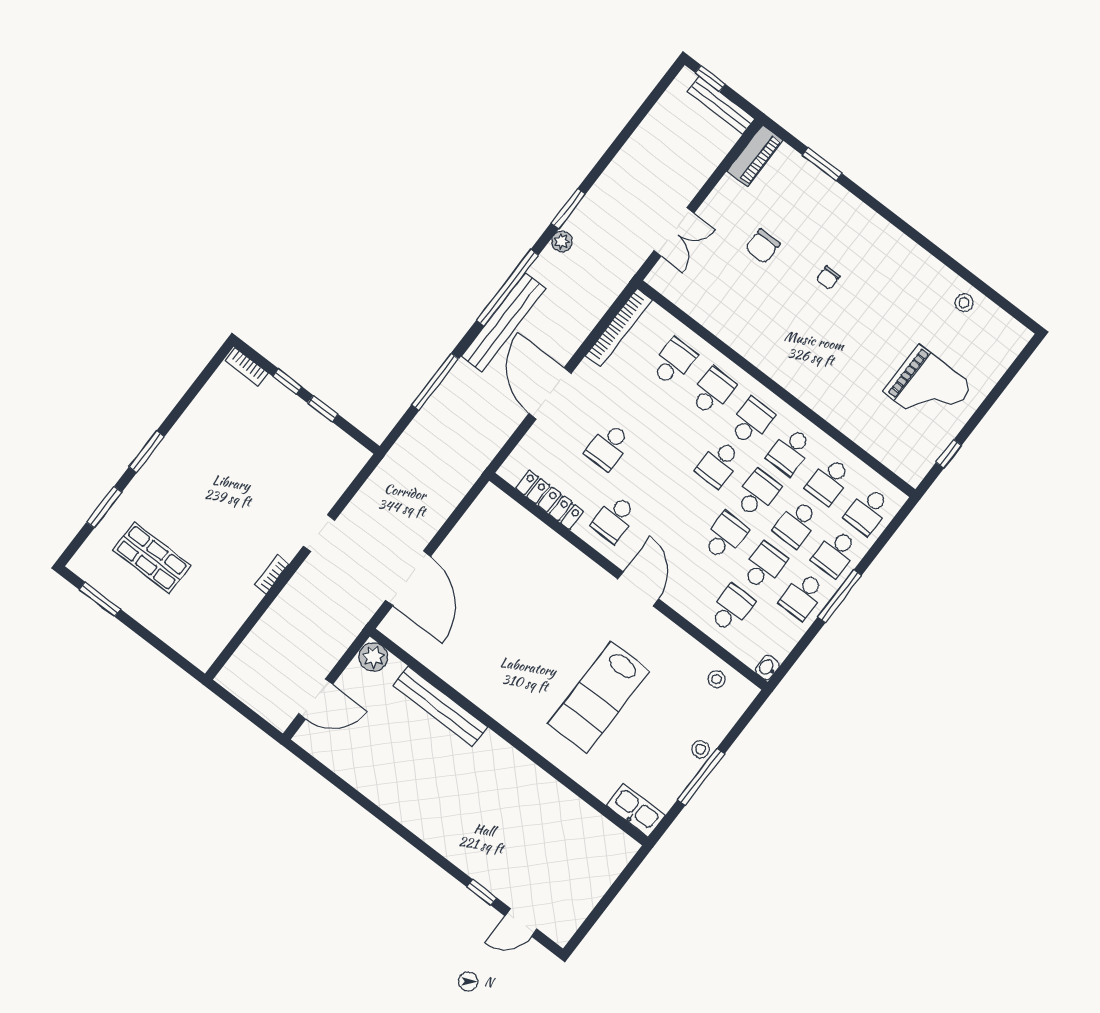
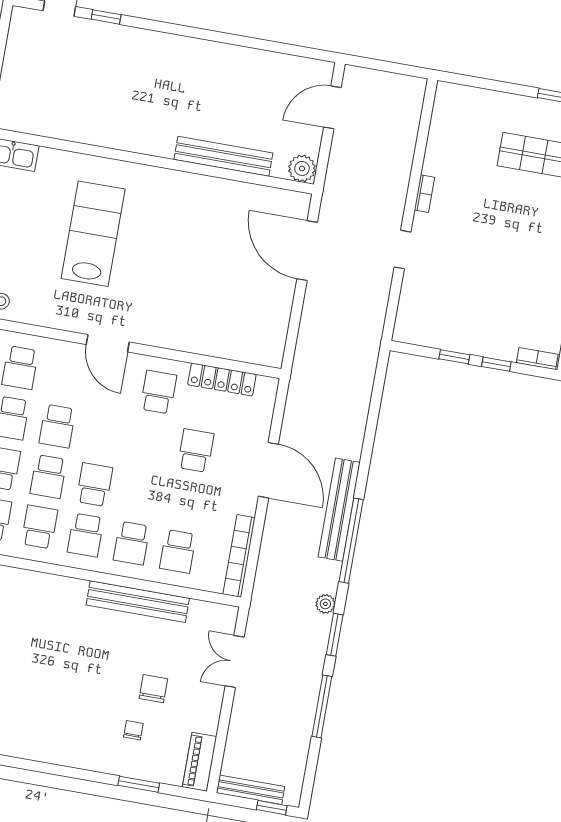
chair: (828, 278) -> (133, 730), moved
bench: (735, 334) -> (138, 602), added
window: (435, 382) -> (322, 706), moved

